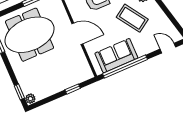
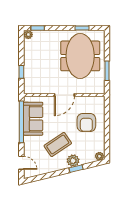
door: (168, 48) -> (21, 163), hinge flipped

